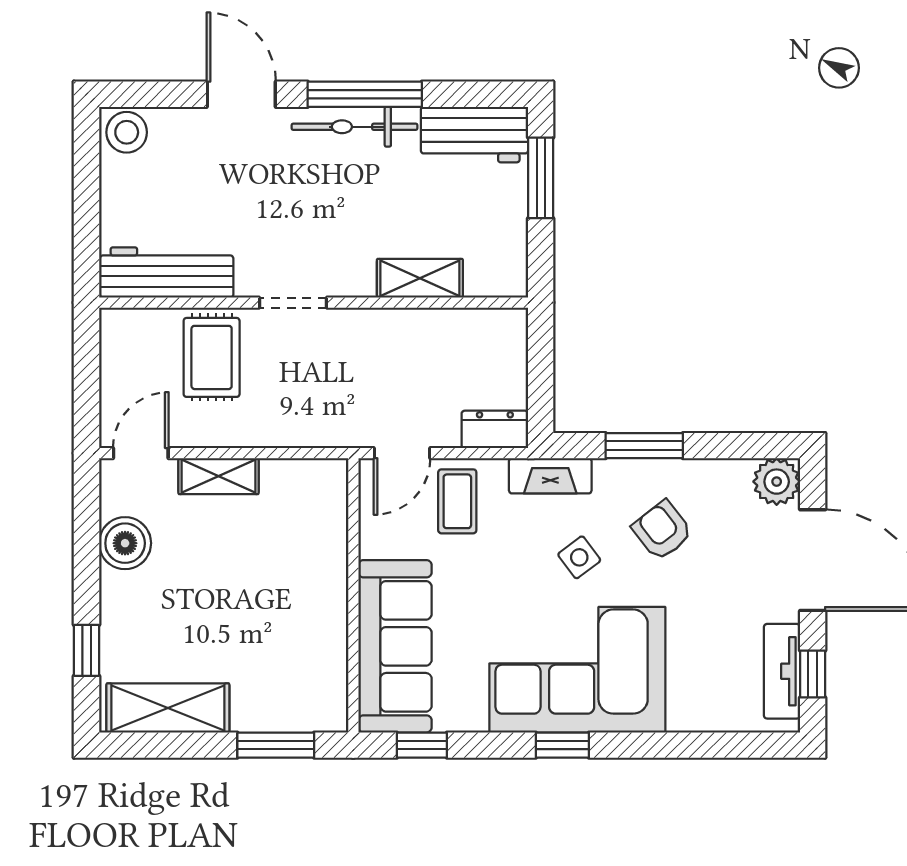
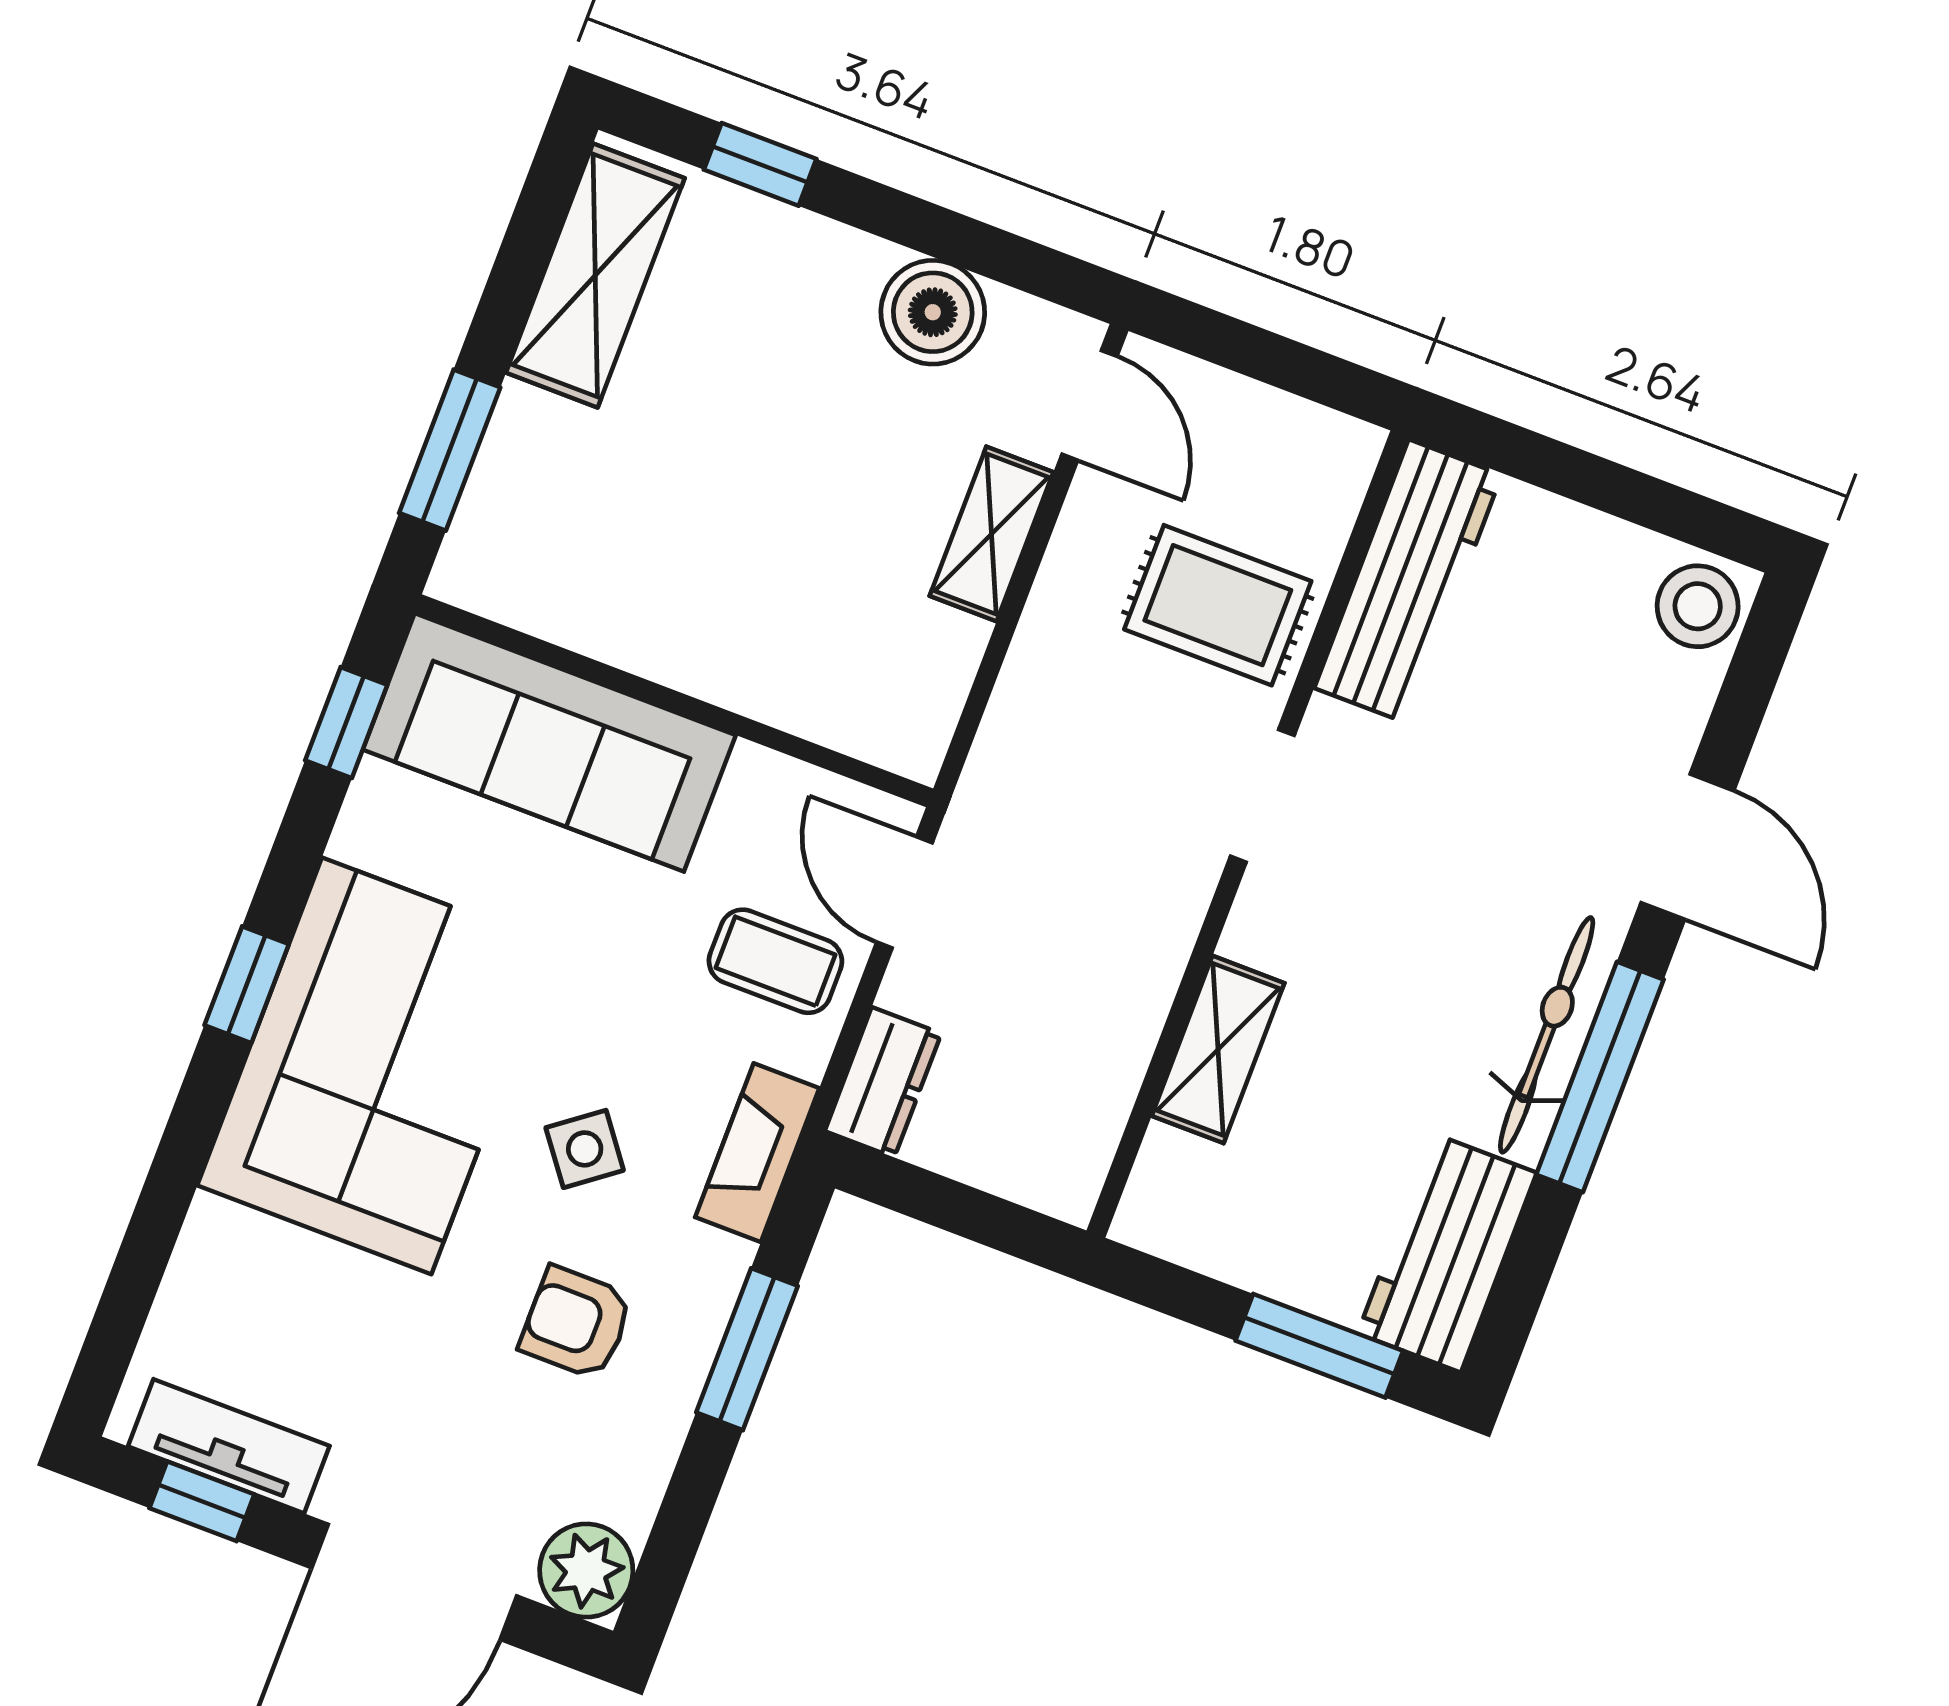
door: (241, 94) -> (1687, 847), hinge flipped
armchair: (662, 530) -> (576, 1323), turned -142

